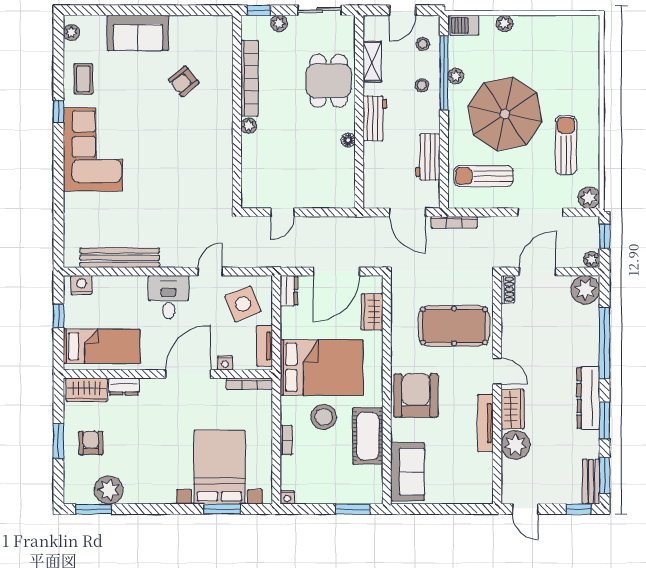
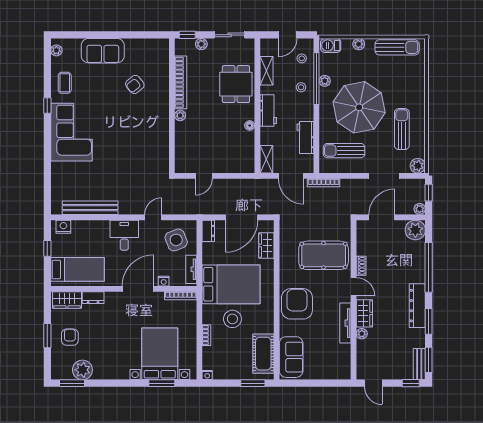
sun lounger: (559, 28) -> (397, 47), added
shelving: (372, 188) -> (266, 159), added
shoe rack: (508, 289) -> (361, 266), moved
cot: (368, 436) -> (263, 354), moved
plant: (515, 445) -> (362, 334), width x0.53, depth x0.53

